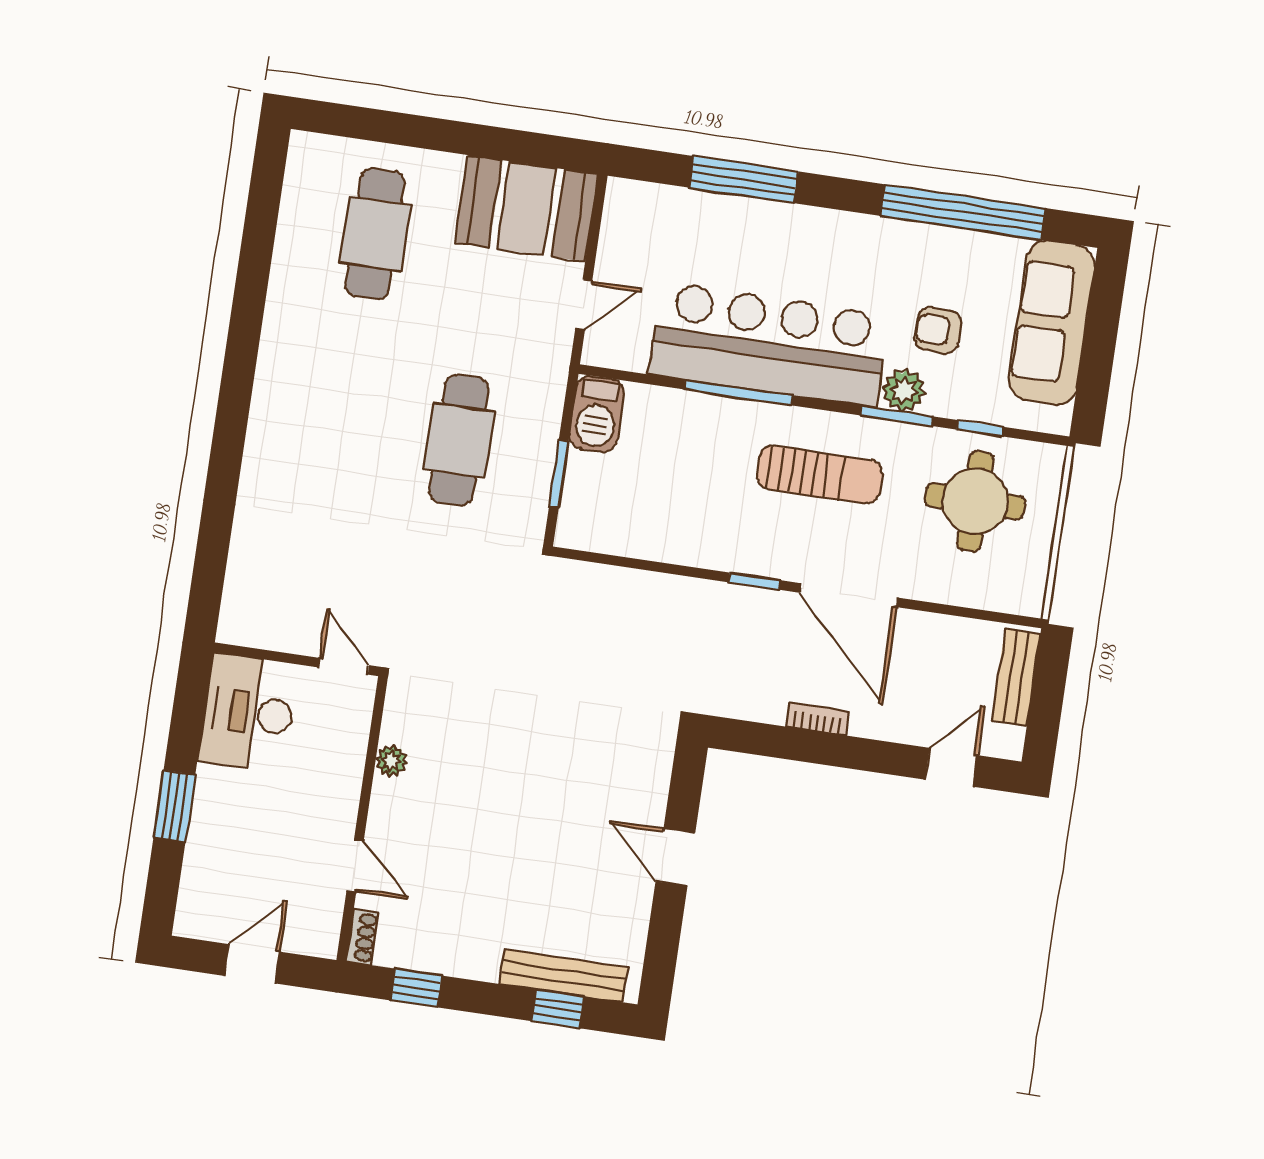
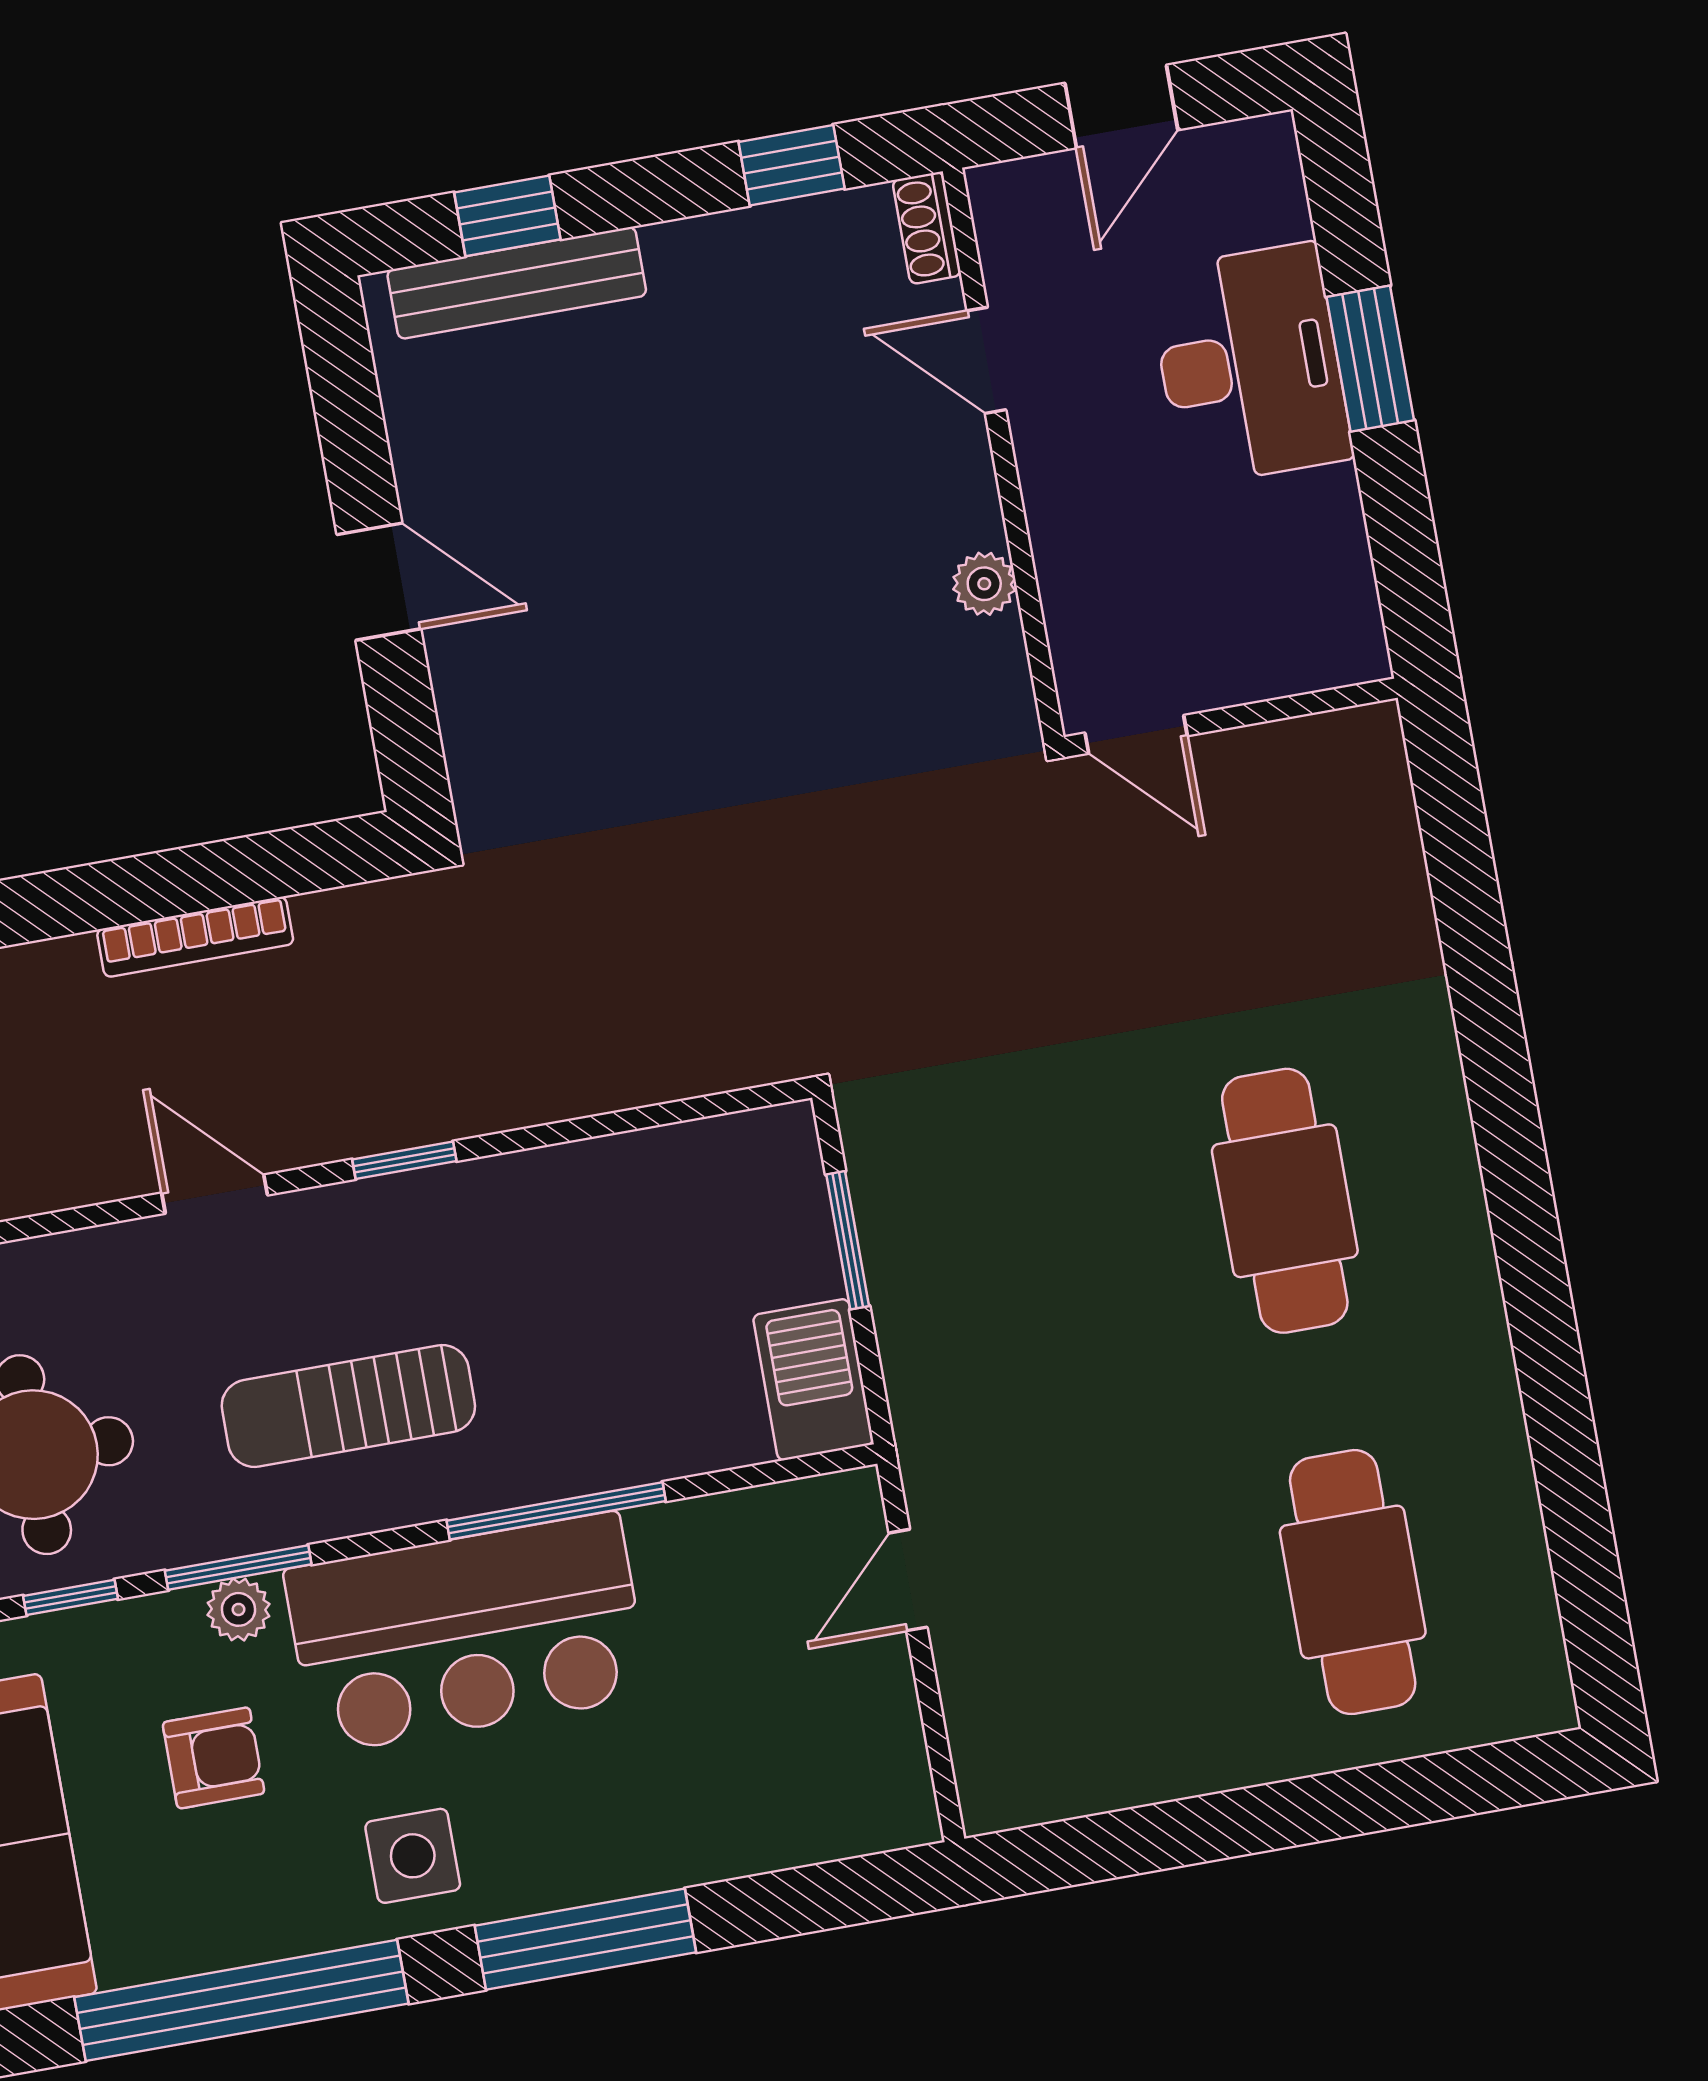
window: (744, 180) -> (585, 1939), moved
booth: (527, 208) -> (1079, 1728), removed
side table: (860, 253) -> (413, 1856), added
bar counter: (769, 345) -> (467, 1633), width x0.73
plant: (904, 390) -> (238, 1609), width x0.73, depth x0.73
cafe table: (459, 440) -> (1285, 1201), moved
door: (849, 595) -> (215, 1194), width x0.53
desk: (248, 713) -> (1250, 364), moved
bookcase: (818, 719) -> (195, 937), width x1.56

